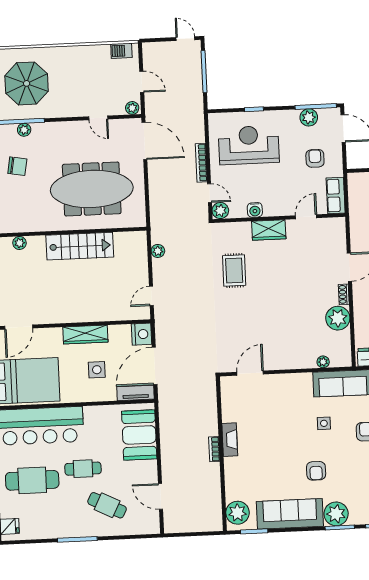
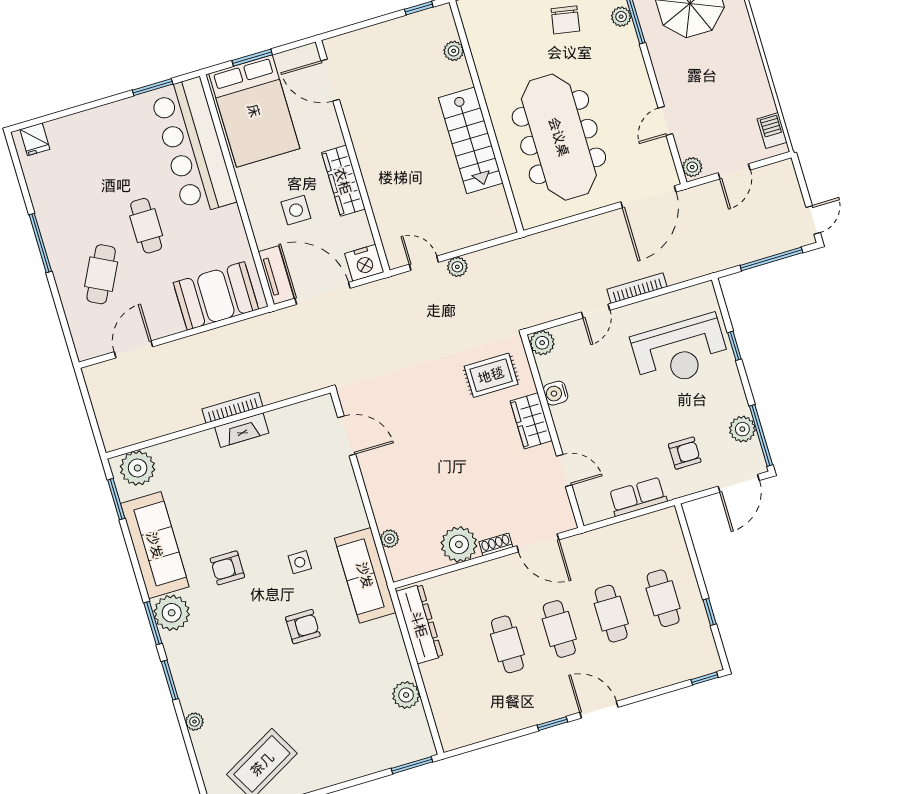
reception desk: (249, 145) -> (680, 351), turned 90
water cooler: (255, 210) -> (556, 393), moved
plant: (220, 211) -> (542, 343), moved
door: (306, 217) -> (564, 471), moved
wall: (279, 218) -> (552, 431), moved
wardrobe: (269, 230) -> (531, 421), moved
plant: (158, 251) -> (457, 267), moved
bookcase: (214, 449) -> (232, 408), width x1.56
cafe table: (32, 480) -> (111, 156), removed

